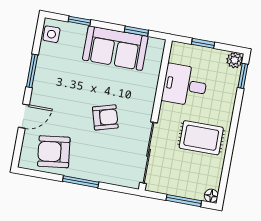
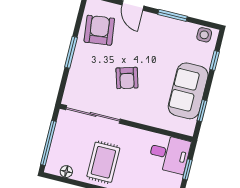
desk: (185, 85) -> (169, 154), moved, turned 90
floor lamp: (211, 196) -> (66, 172), moved
window: (184, 201) -> (48, 143), width x1.44

